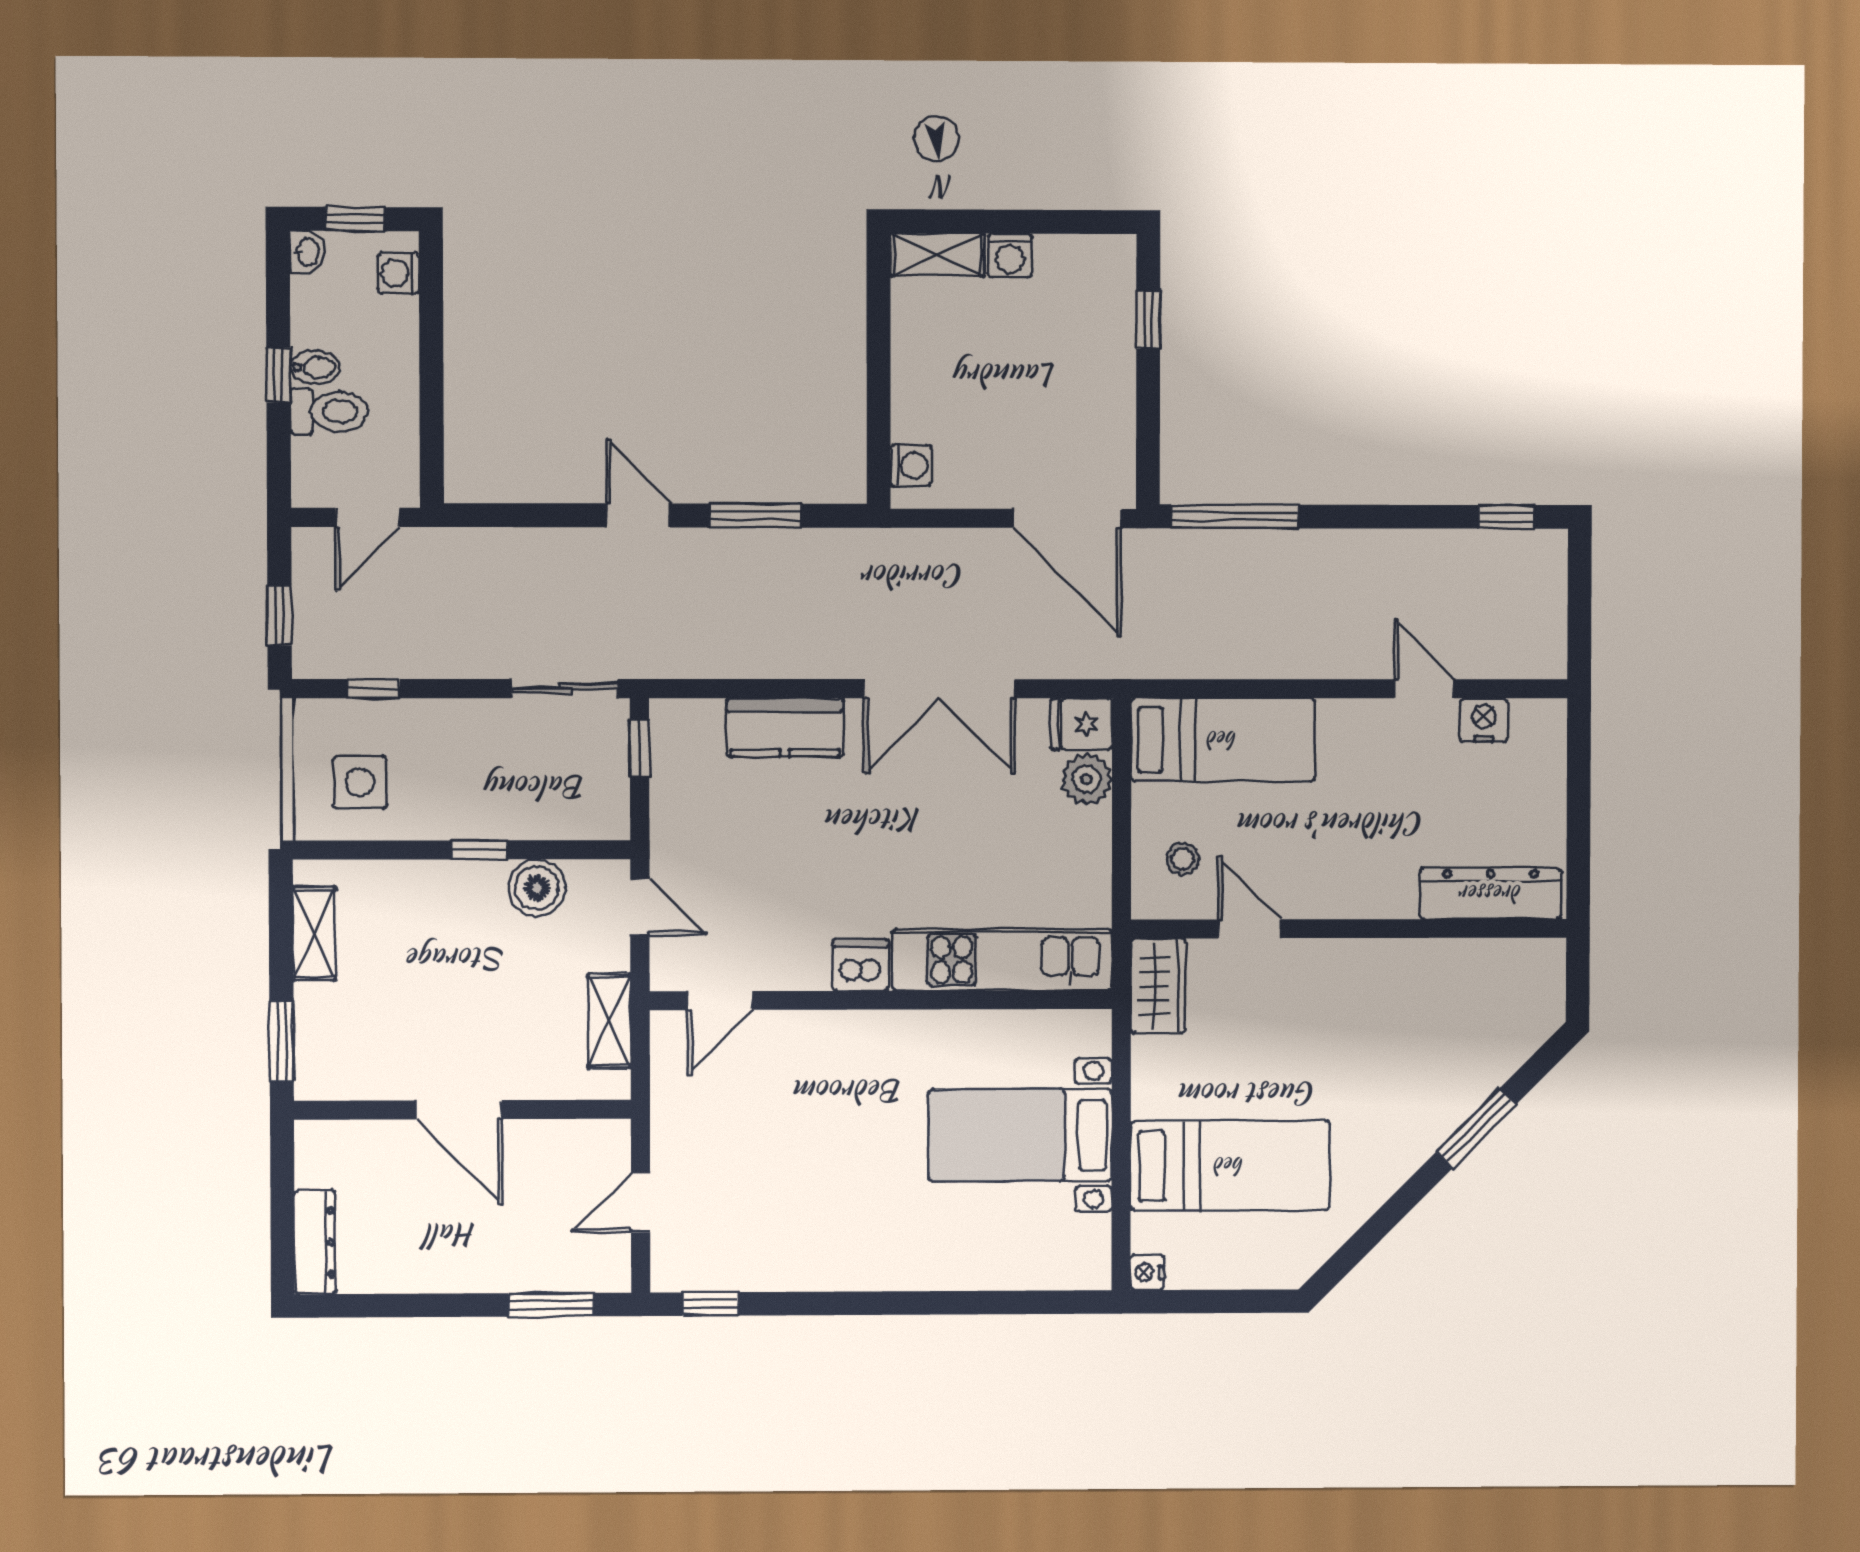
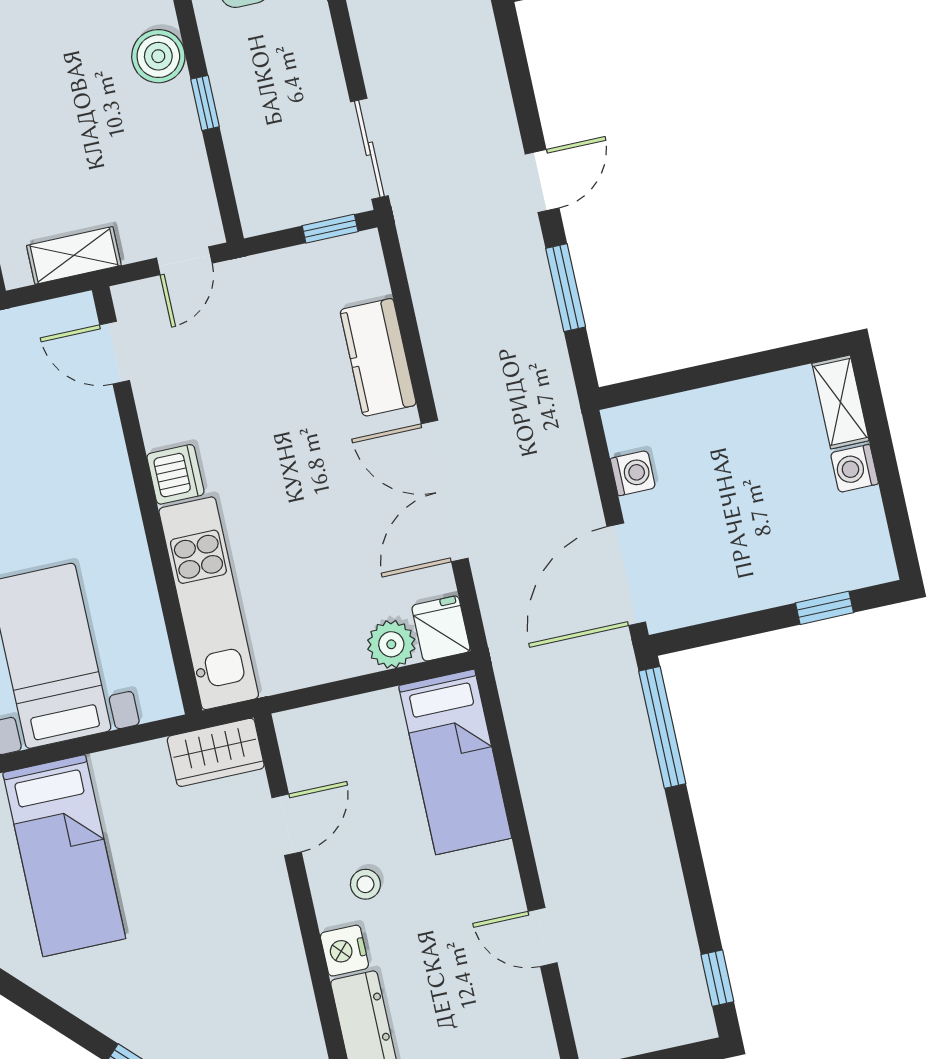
washing machine: (911, 466) -> (633, 473), moved, turned -90
door: (1424, 689) -> (543, 937), swing flipped
nightstand: (1484, 720) -> (344, 951), moved, turned 180
stool: (1183, 859) -> (365, 884), moved
boiler: (537, 888) -> (158, 56), moved

